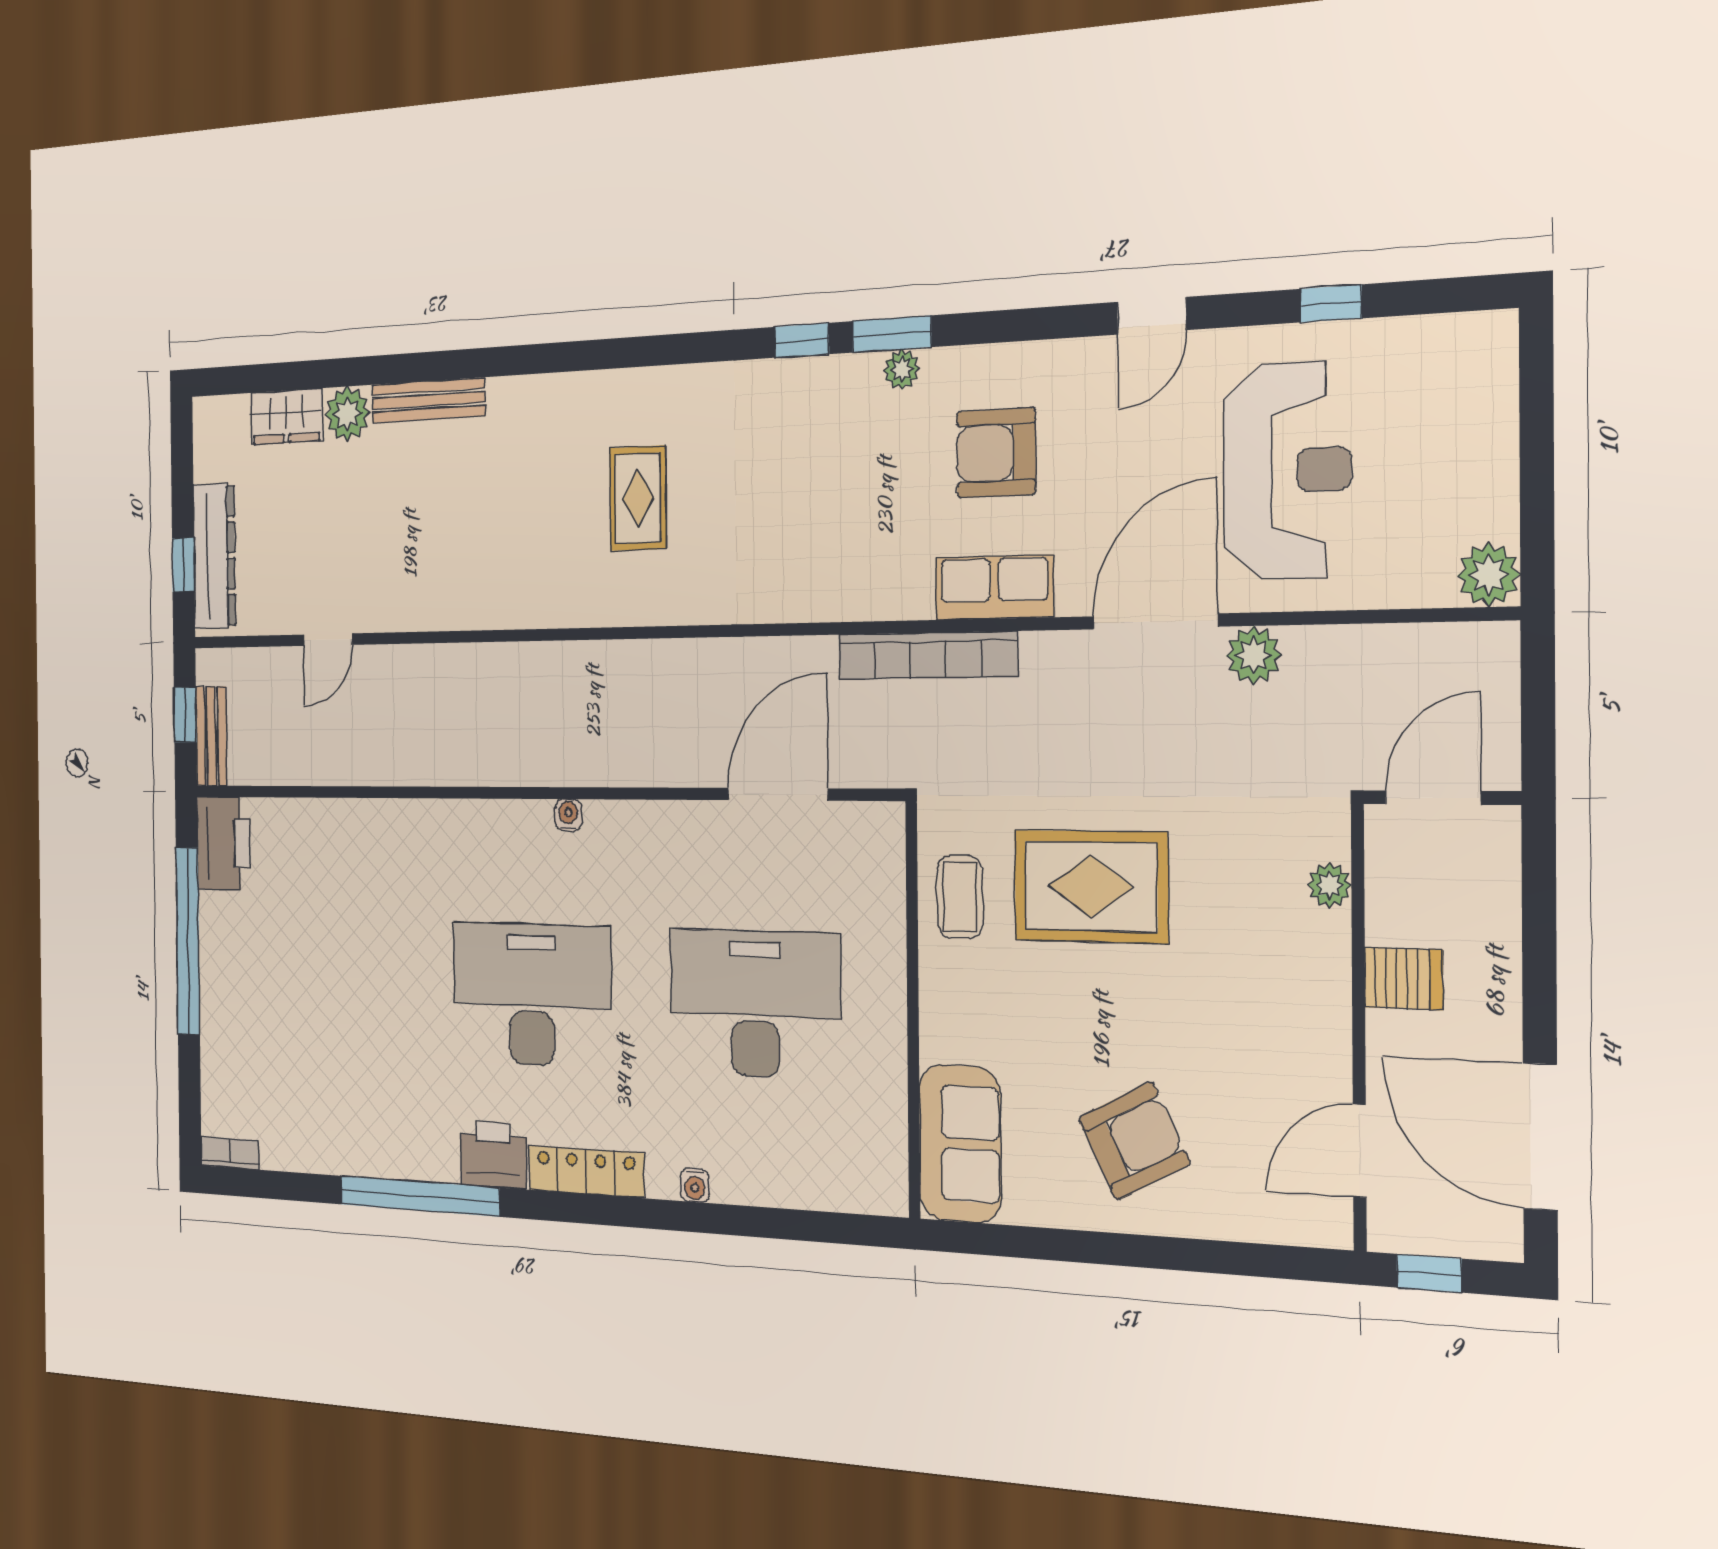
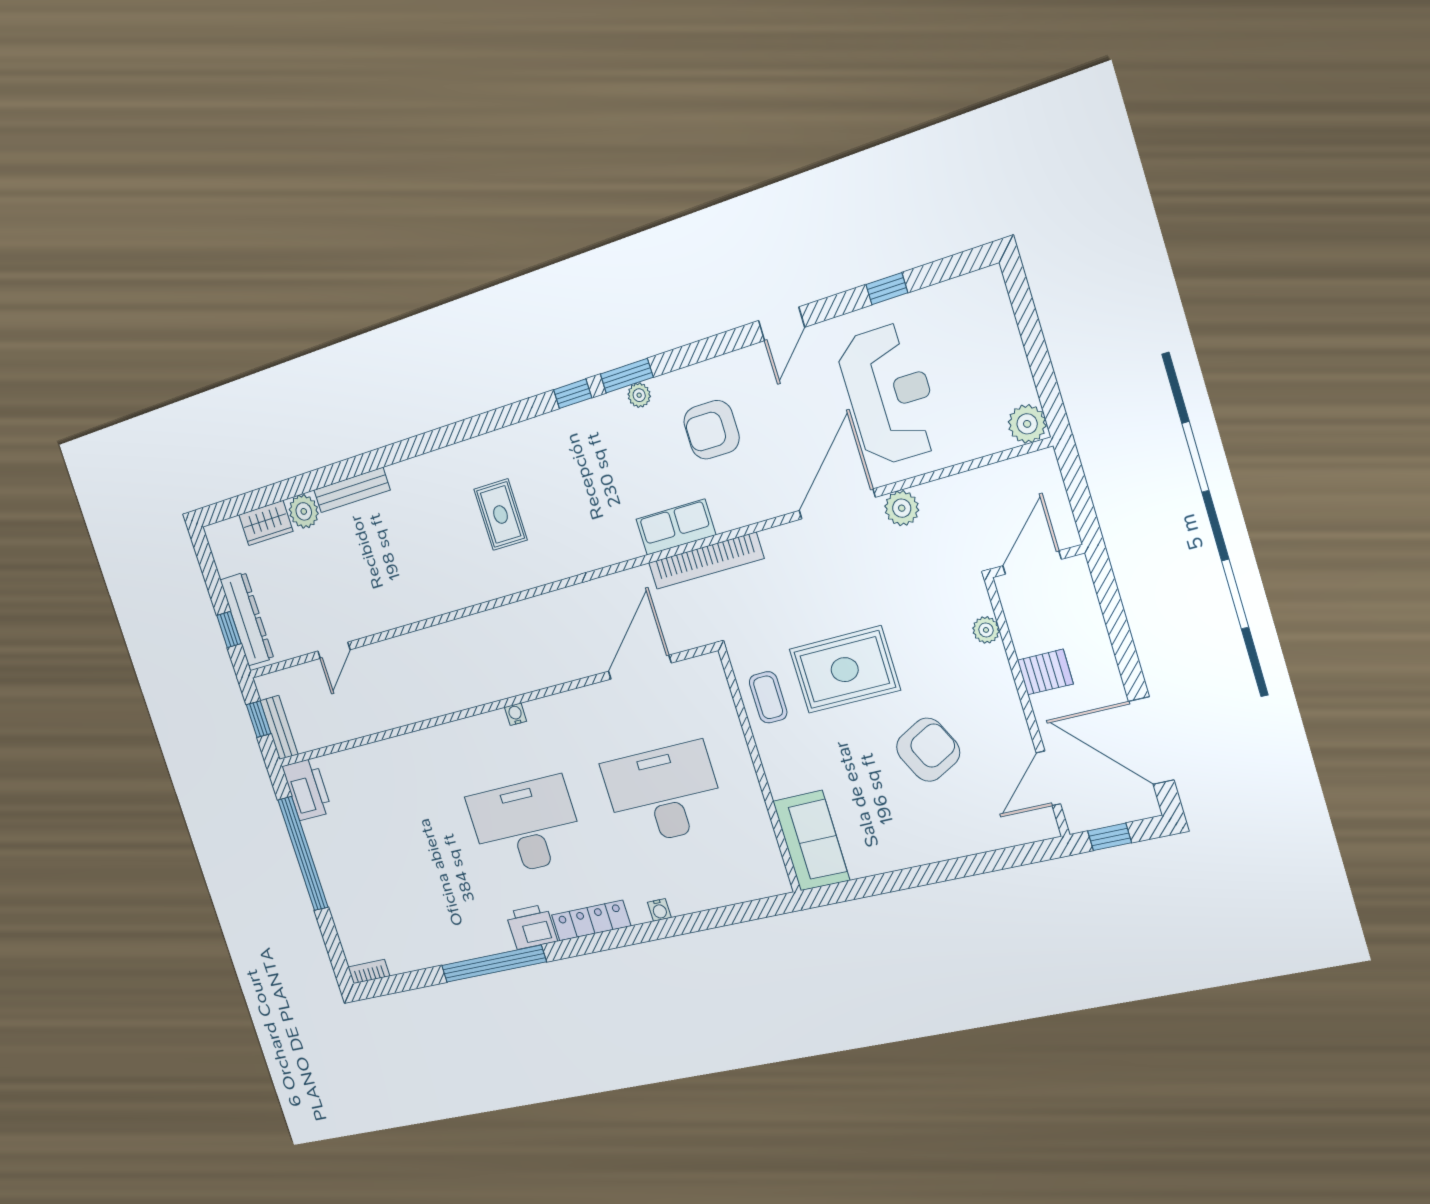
row of seats: (994, 587) -> (676, 527), moved
armchair: (1134, 1141) -> (928, 750), moved

